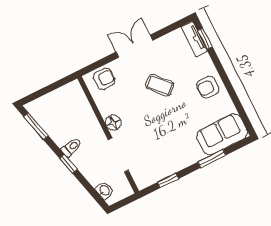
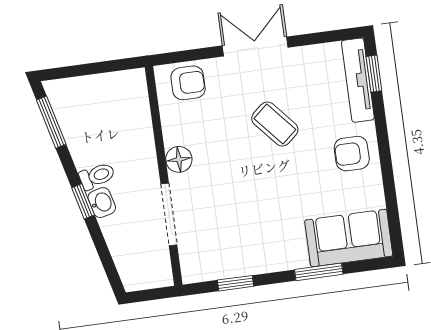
tv unit: (194, 39) -> (358, 80), width x1.41
washbasin: (104, 191) -> (102, 203), moved

